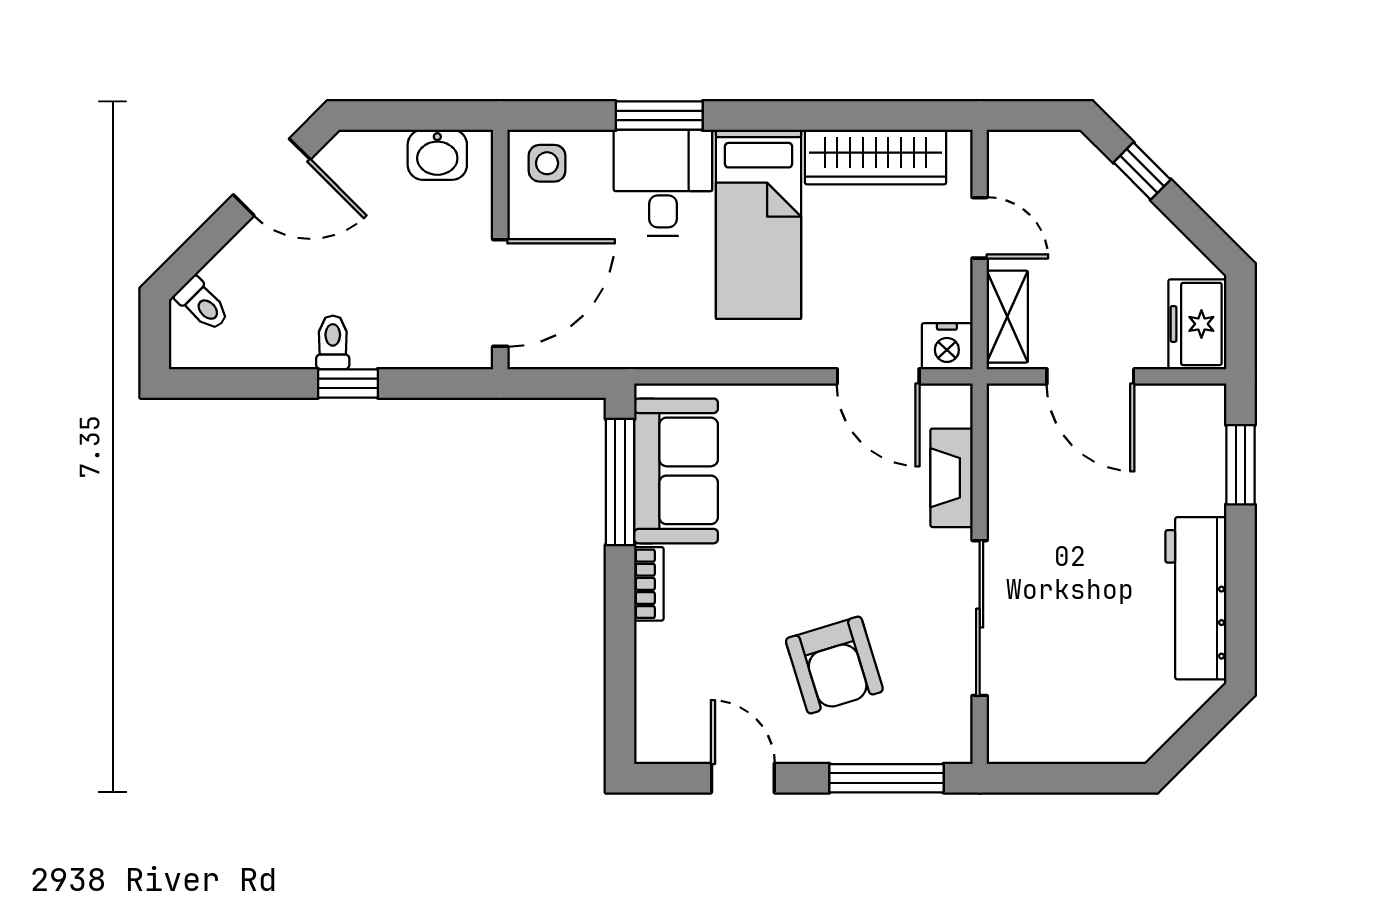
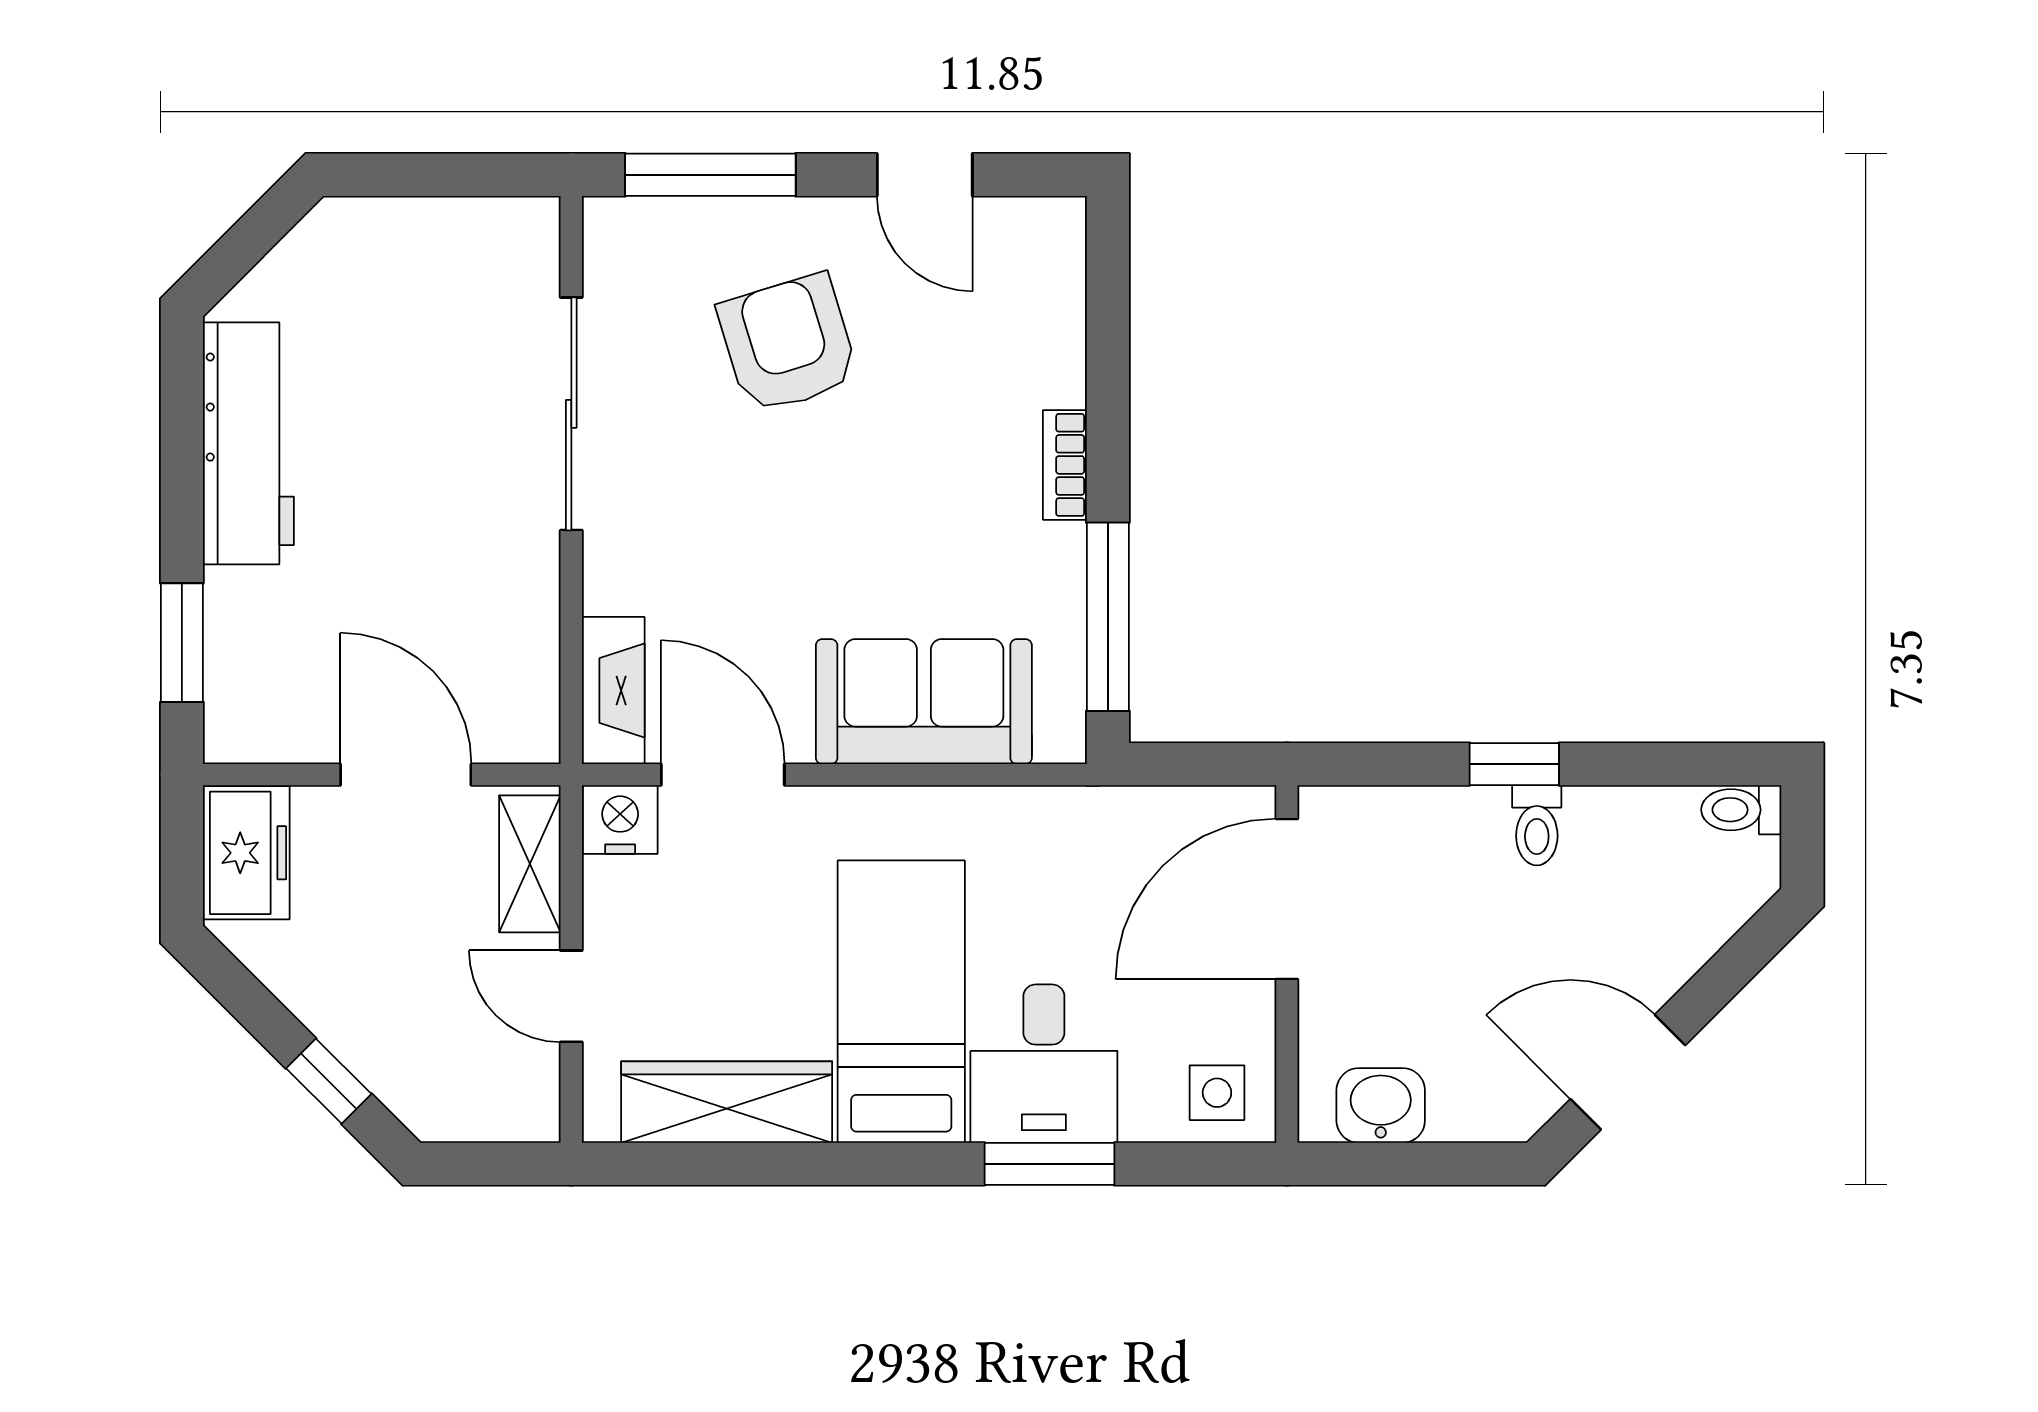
toilet: (202, 304) -> (1741, 810), moved, turned -45
sofa: (676, 471) -> (924, 702), moved, turned 90
fireplace: (952, 478) -> (613, 690), moved

